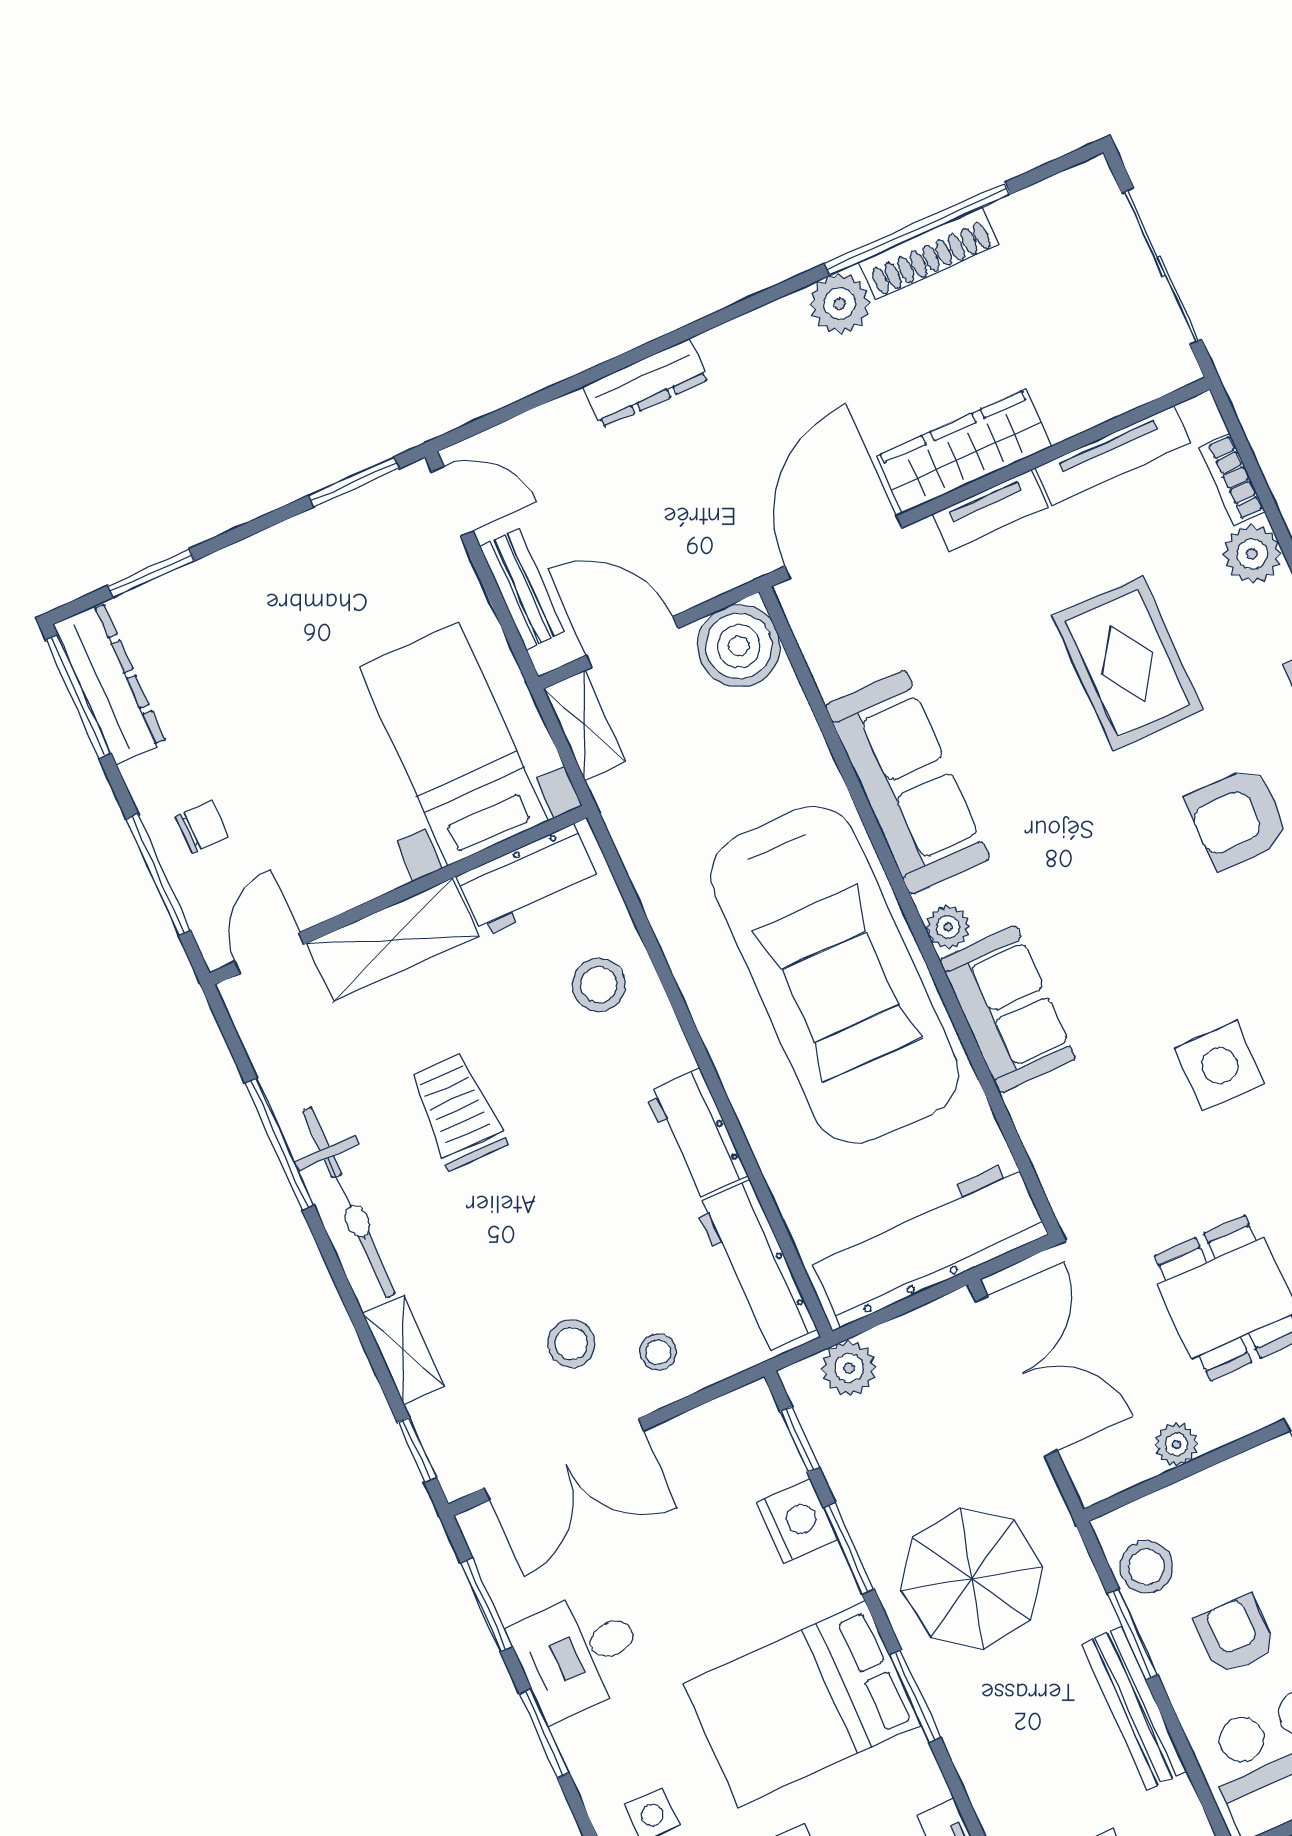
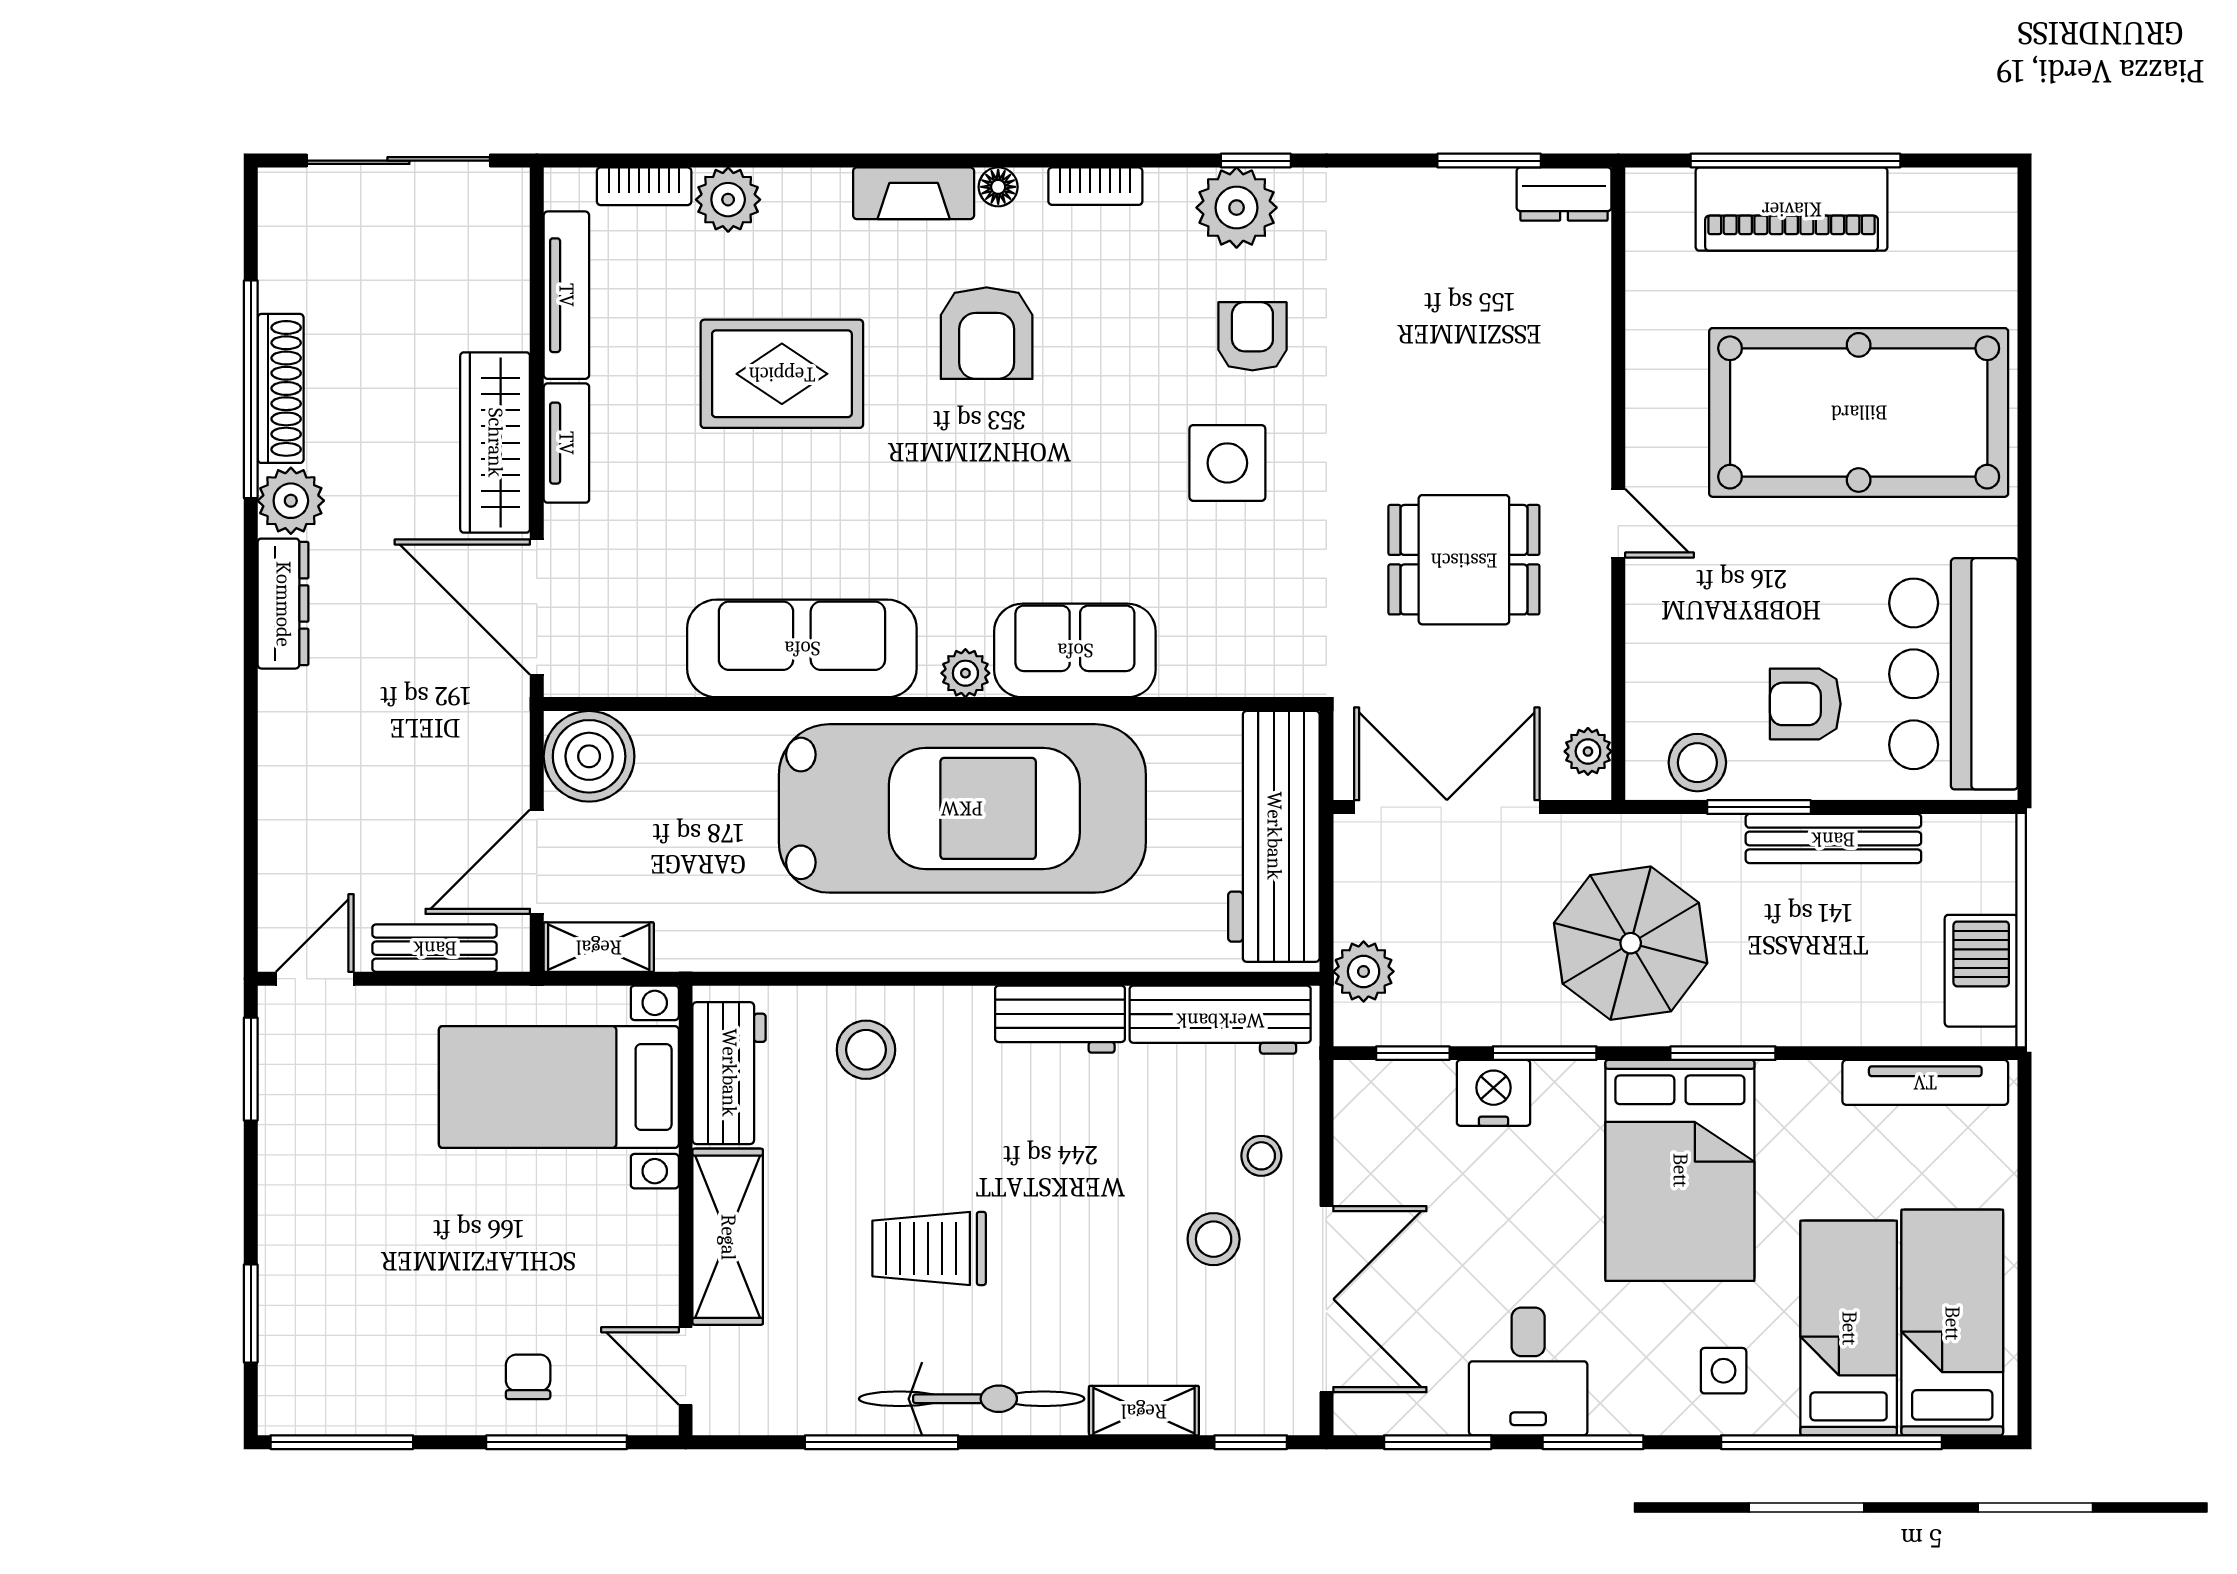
dresser: (646, 383) -> (283, 604), moved
dresser: (109, 683) -> (343, 1405), removed
plant: (1176, 1444) -> (1588, 751), moved

